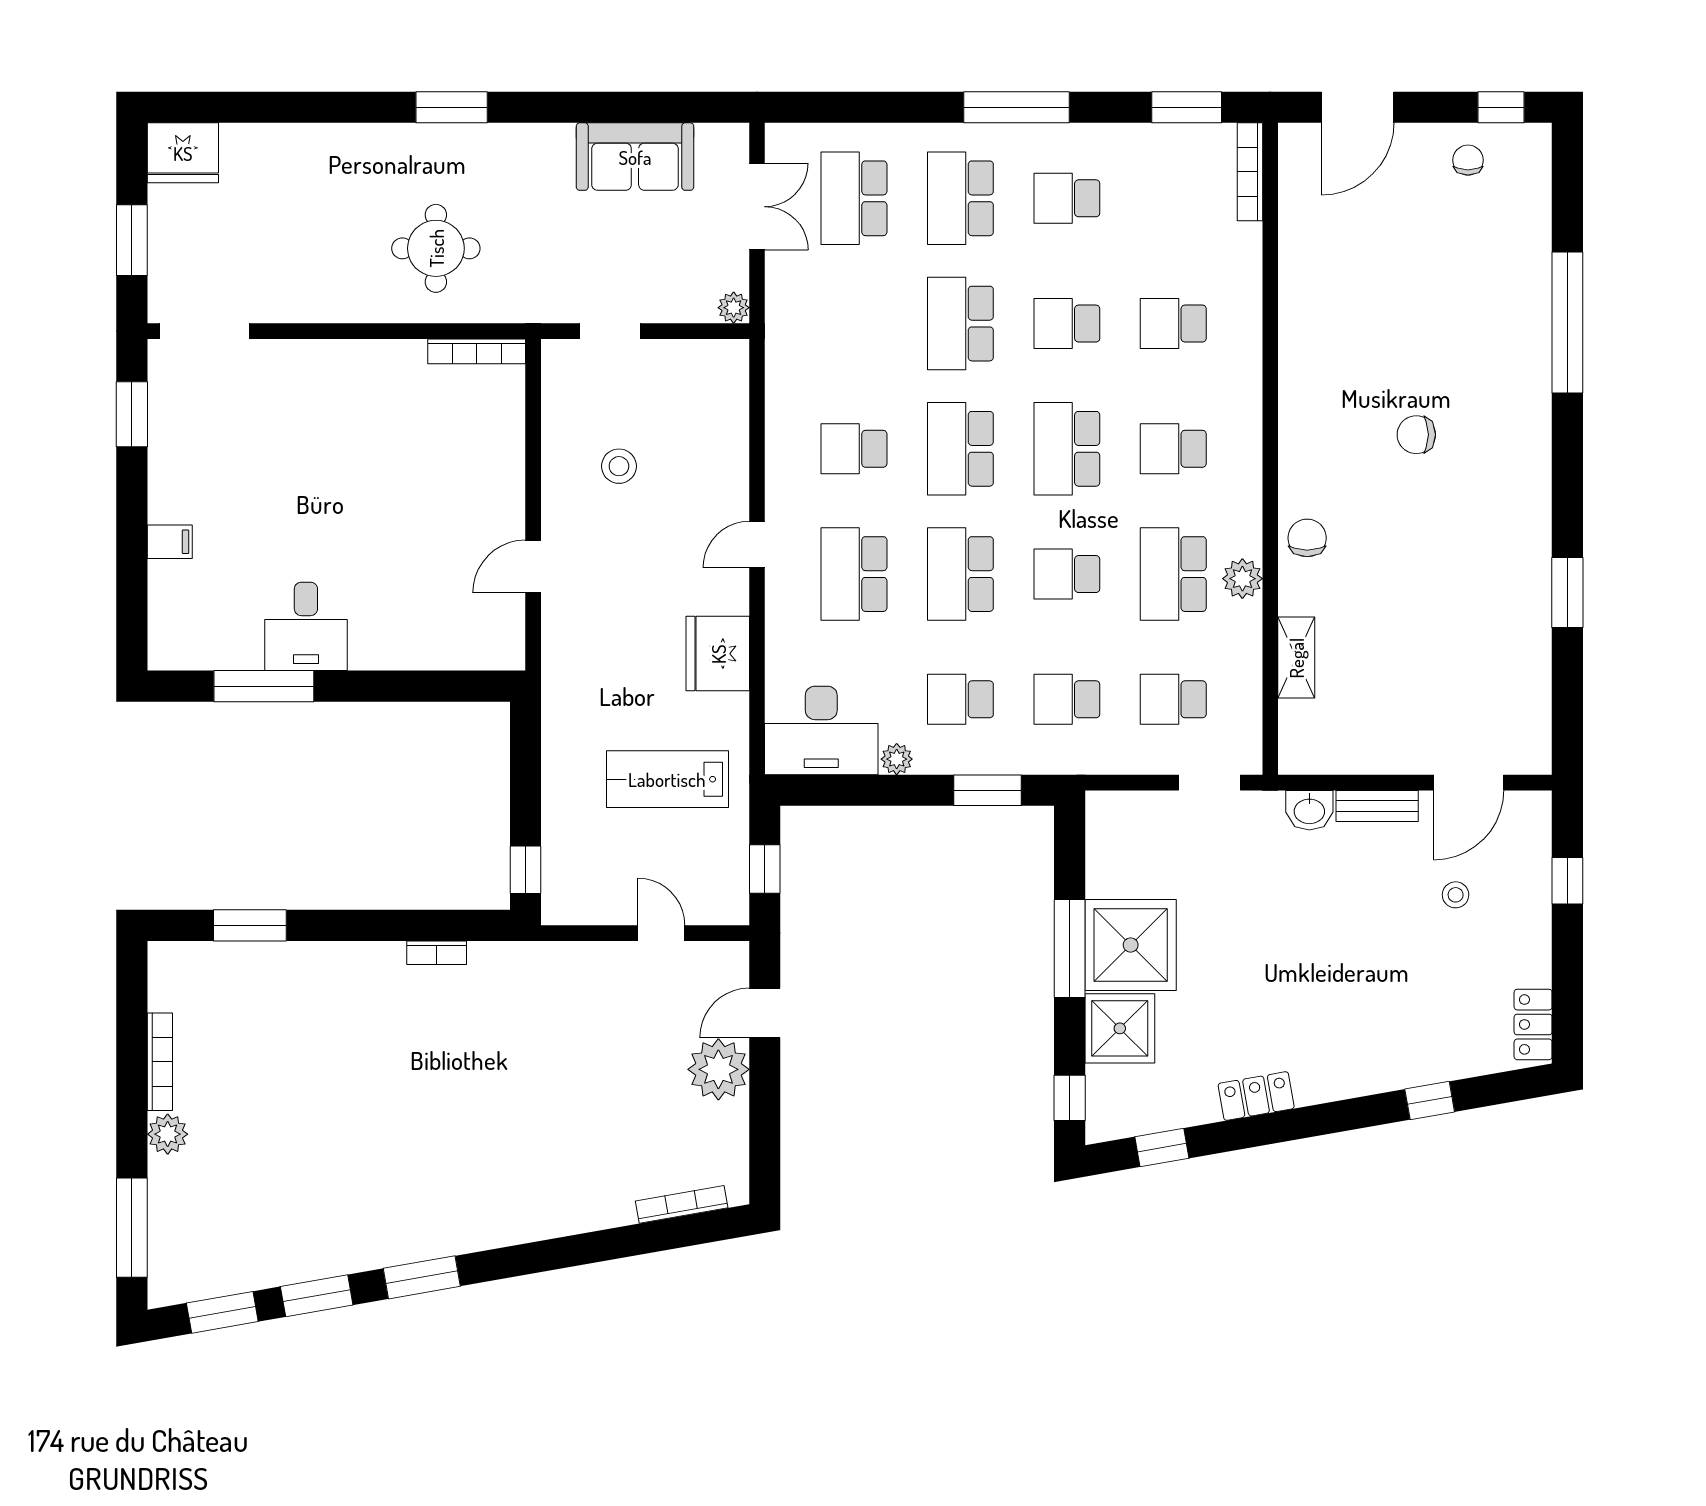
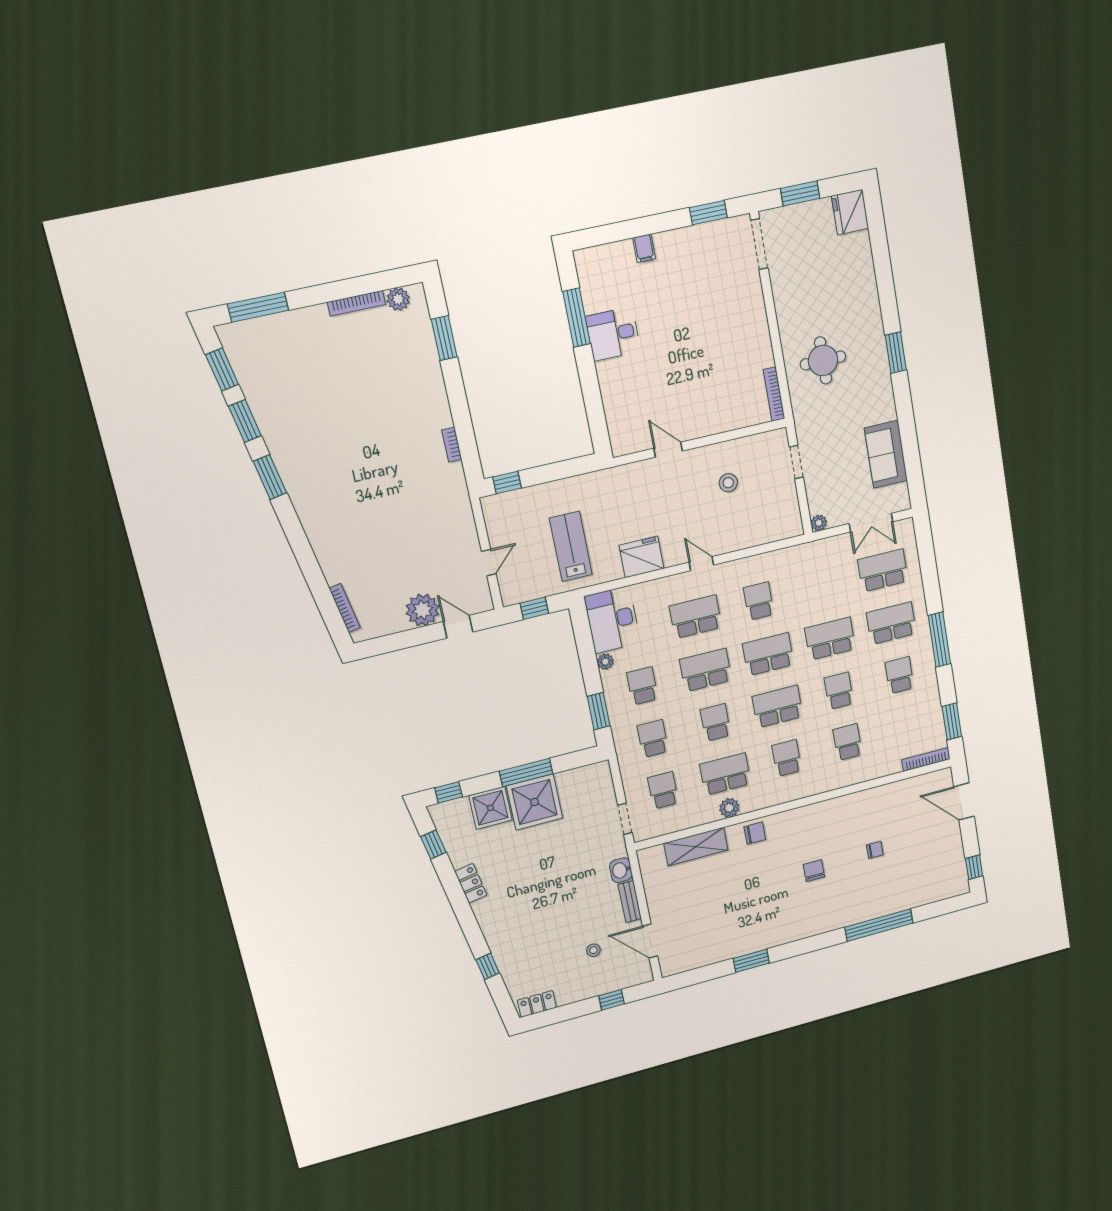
chair: (1468, 160) -> (875, 850), moved
shelving: (1296, 658) -> (696, 847), width x1.50, depth x1.33
plant: (168, 1134) -> (398, 299), moved

